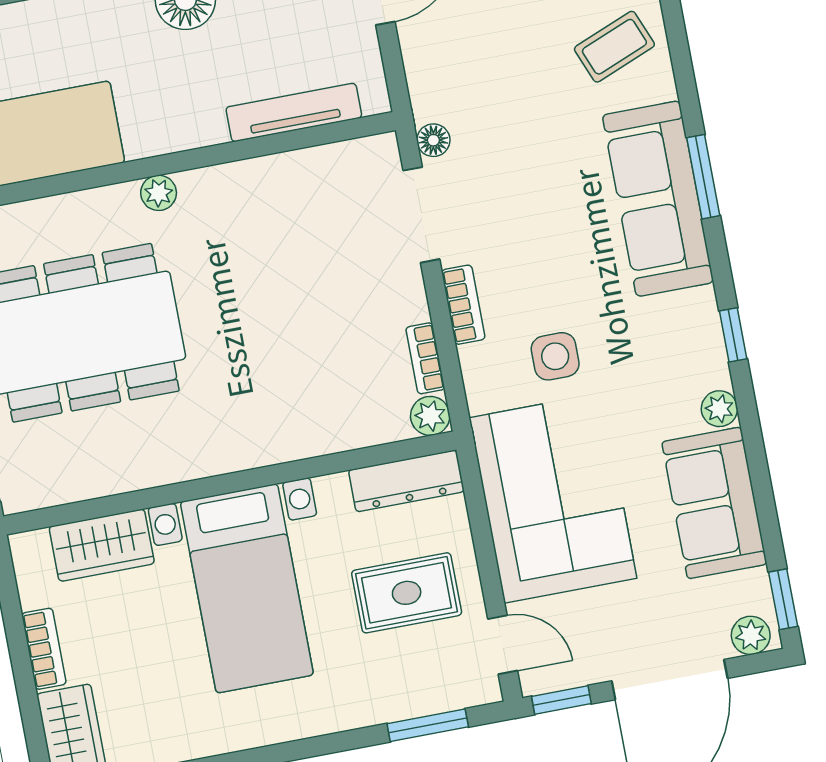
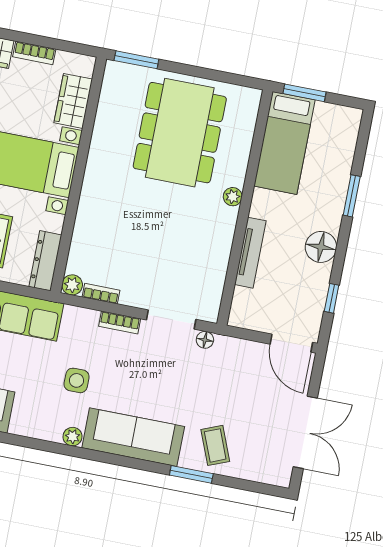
tv unit: (294, 112) -> (250, 253), moved
window: (703, 177) -> (191, 474), moved
window: (733, 335) -> (53, 447), removed
side table: (555, 356) -> (77, 380), moved
plant: (719, 409) -> (73, 437), moved

